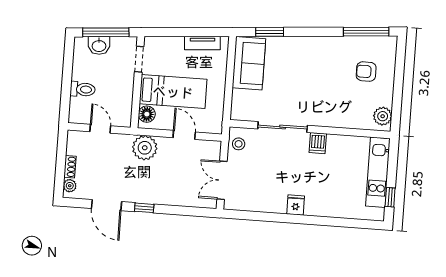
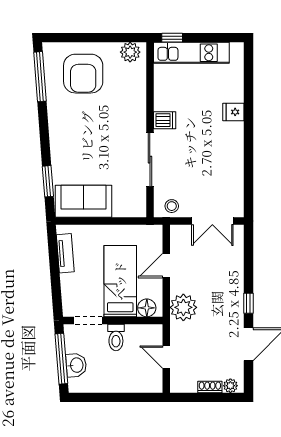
armchair: (366, 72) -> (83, 74), width x1.88, depth x1.88
toilet: (83, 89) -> (116, 337), moved, turned 180
door: (100, 129) -> (166, 357), hinge flipped
window: (390, 197) -> (172, 38), moved
fridge: (296, 205) -> (233, 112), moved

